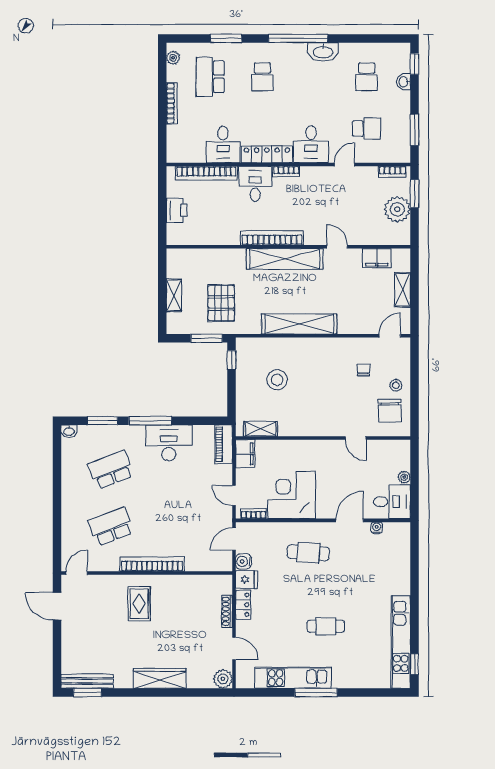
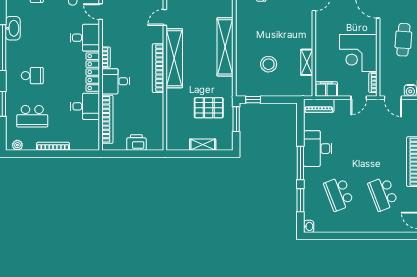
shelving: (261, 429) -> (307, 62), moved

